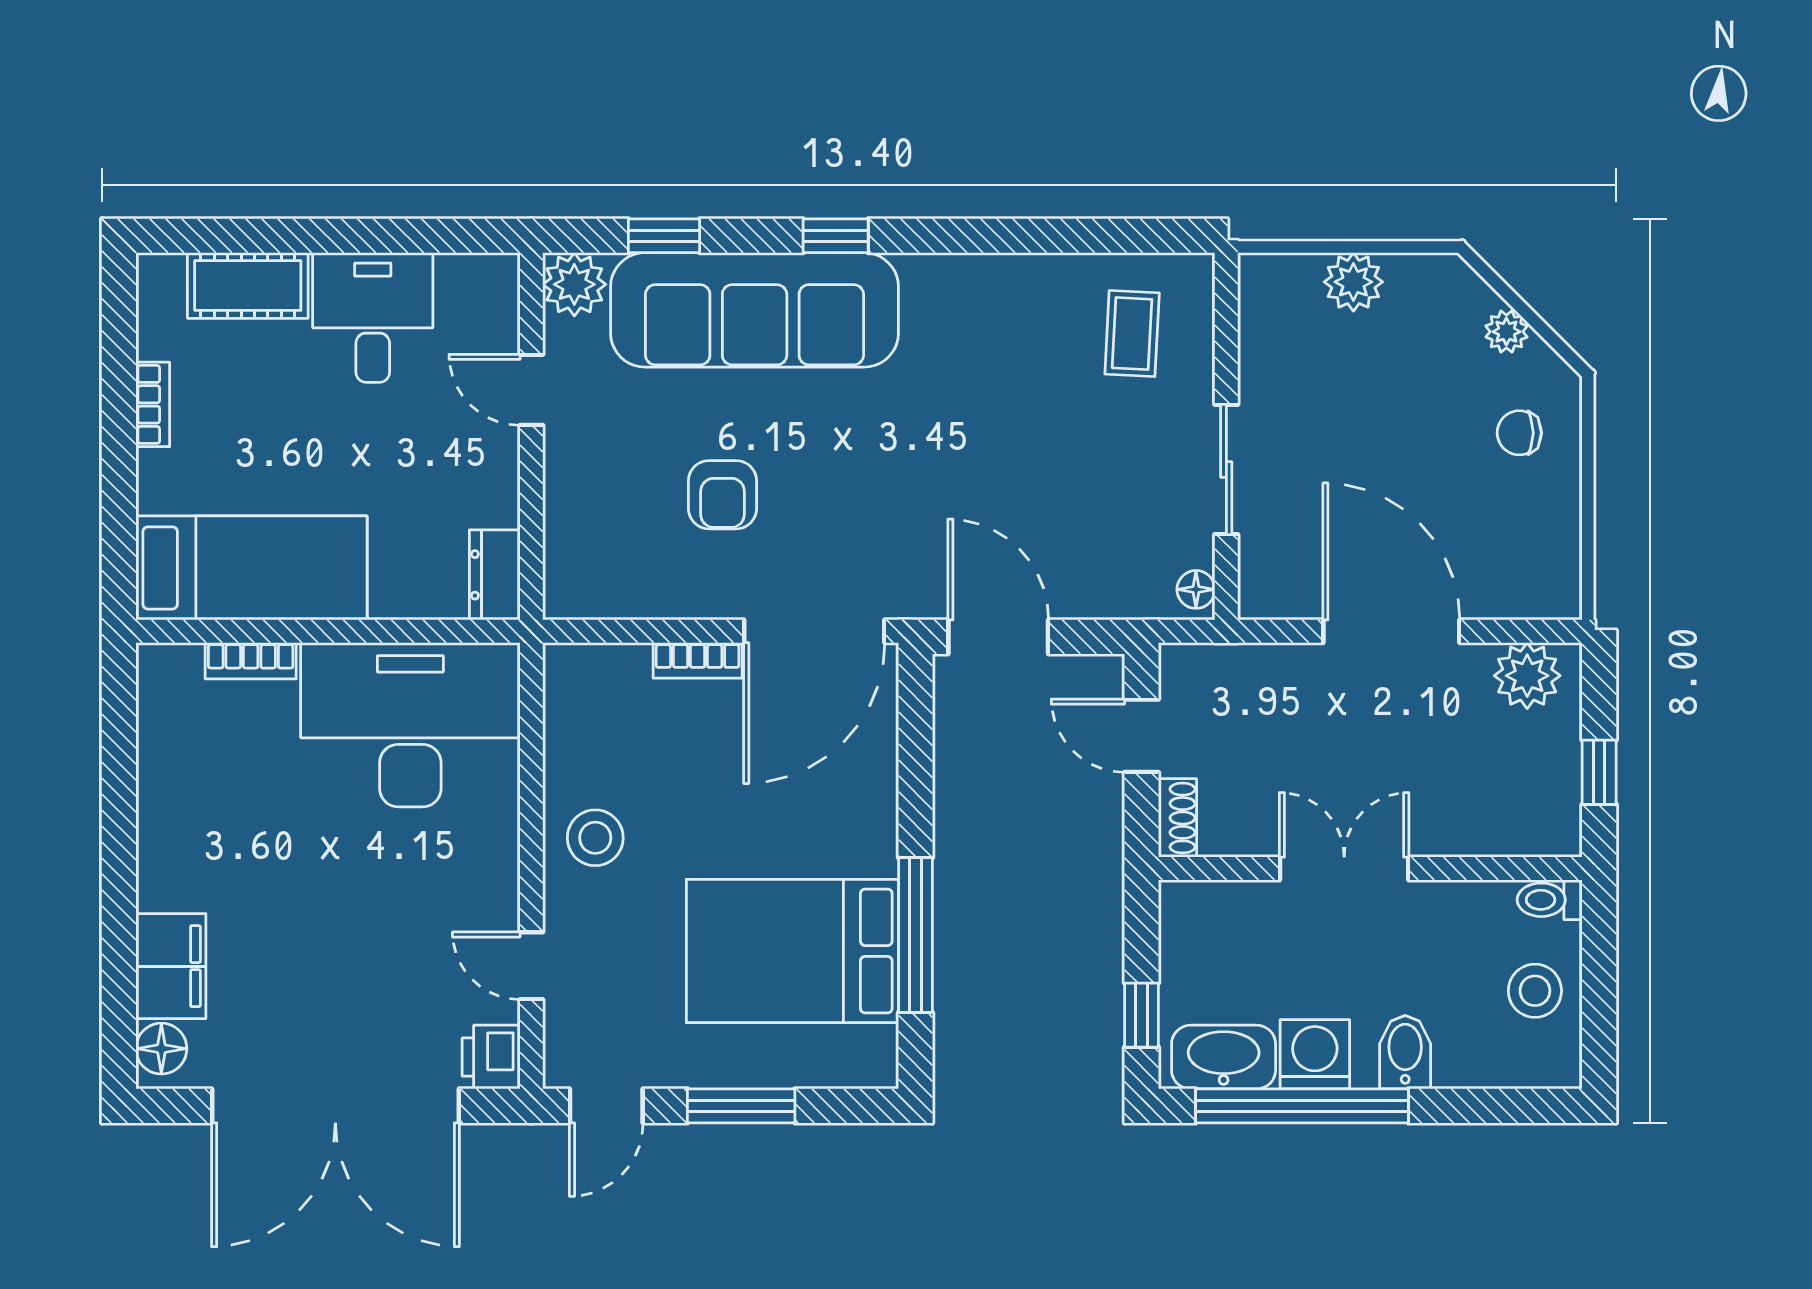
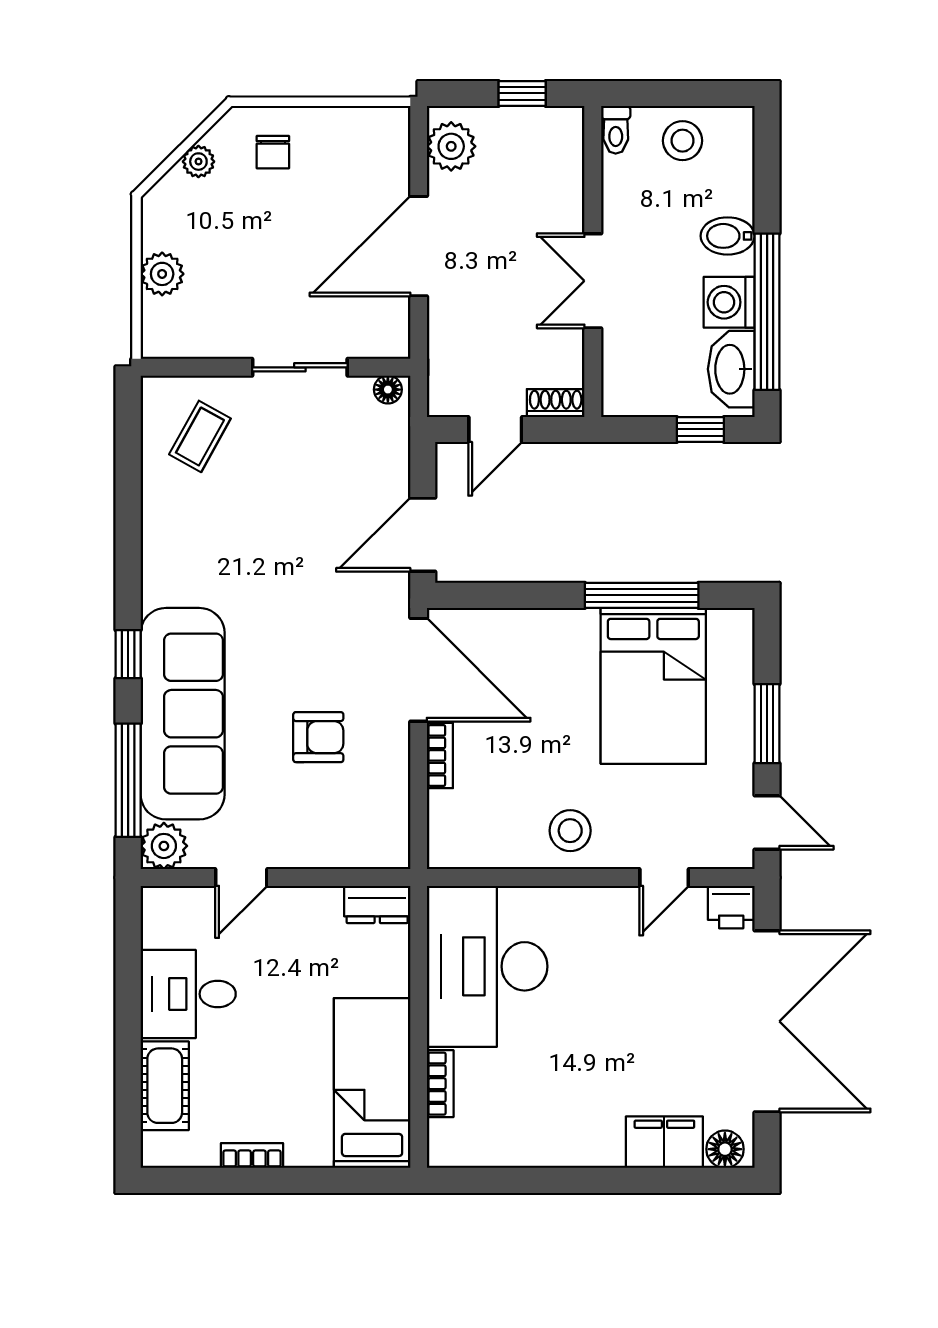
window: (664, 236) -> (128, 780), width x2.17
coffee table: (1132, 334) -> (200, 436), turned -64

